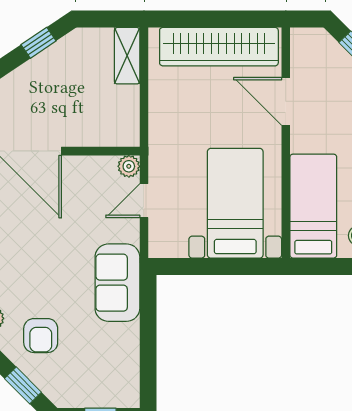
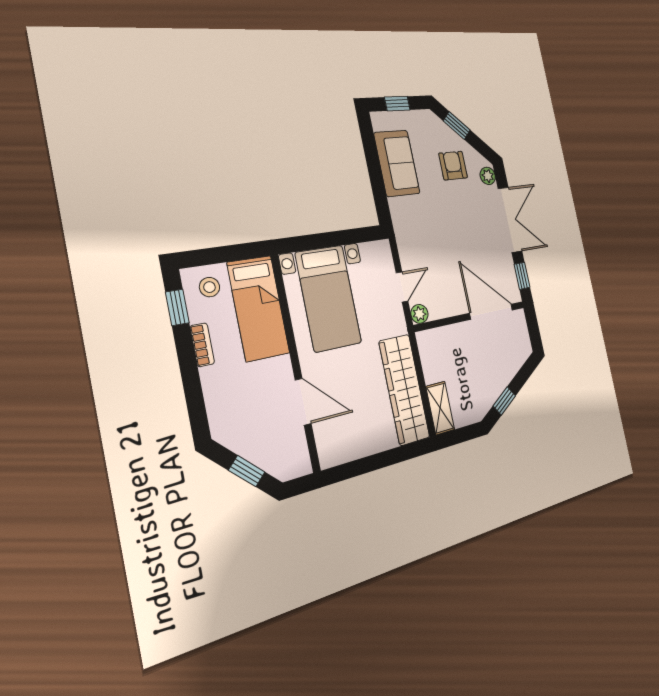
wardrobe: (219, 47) -> (404, 389), moved, turned -90
sofa: (117, 283) -> (397, 163), moved

